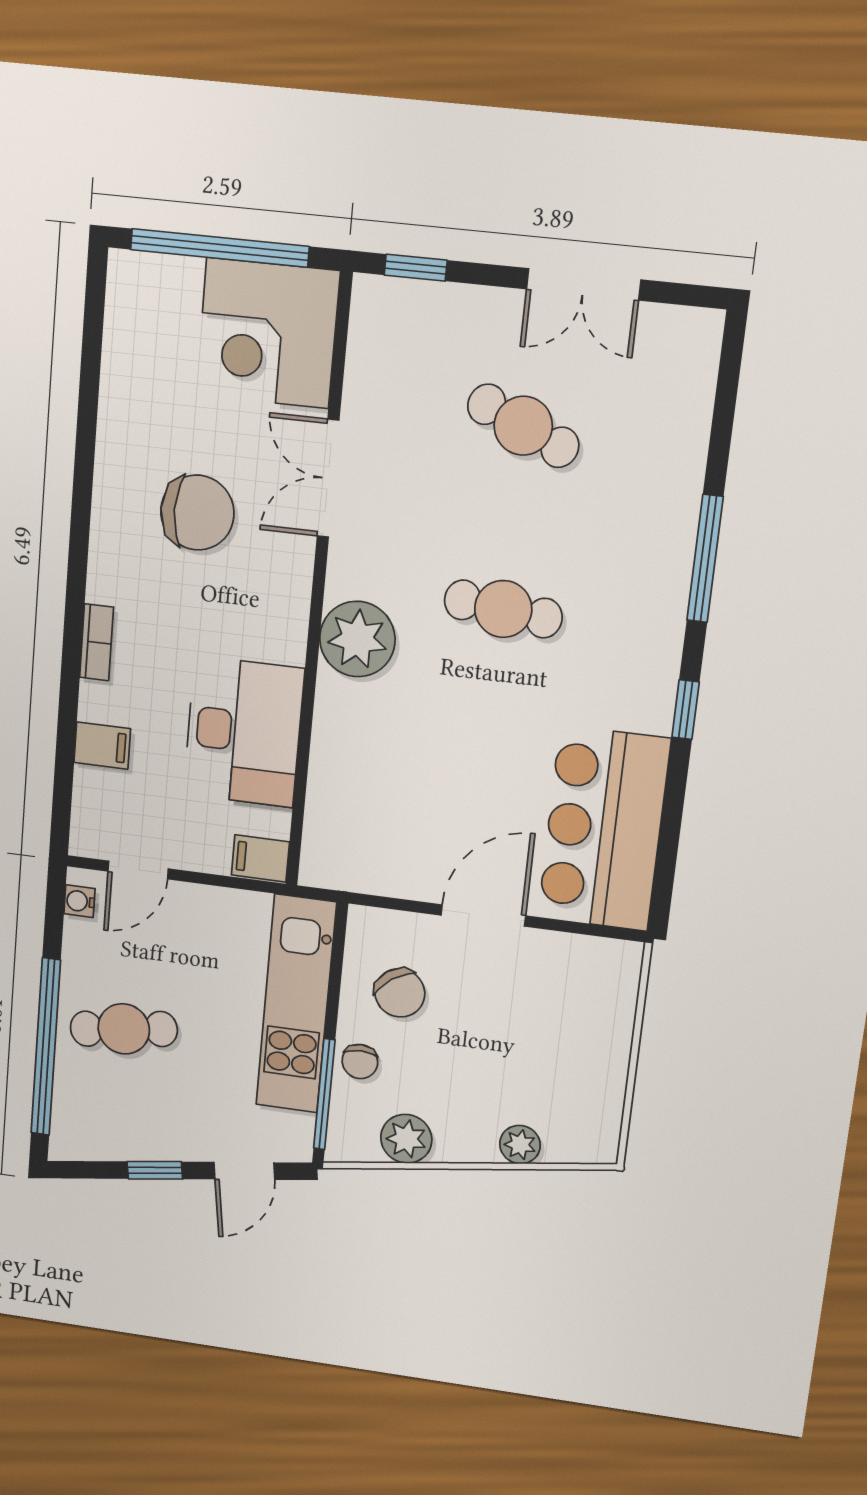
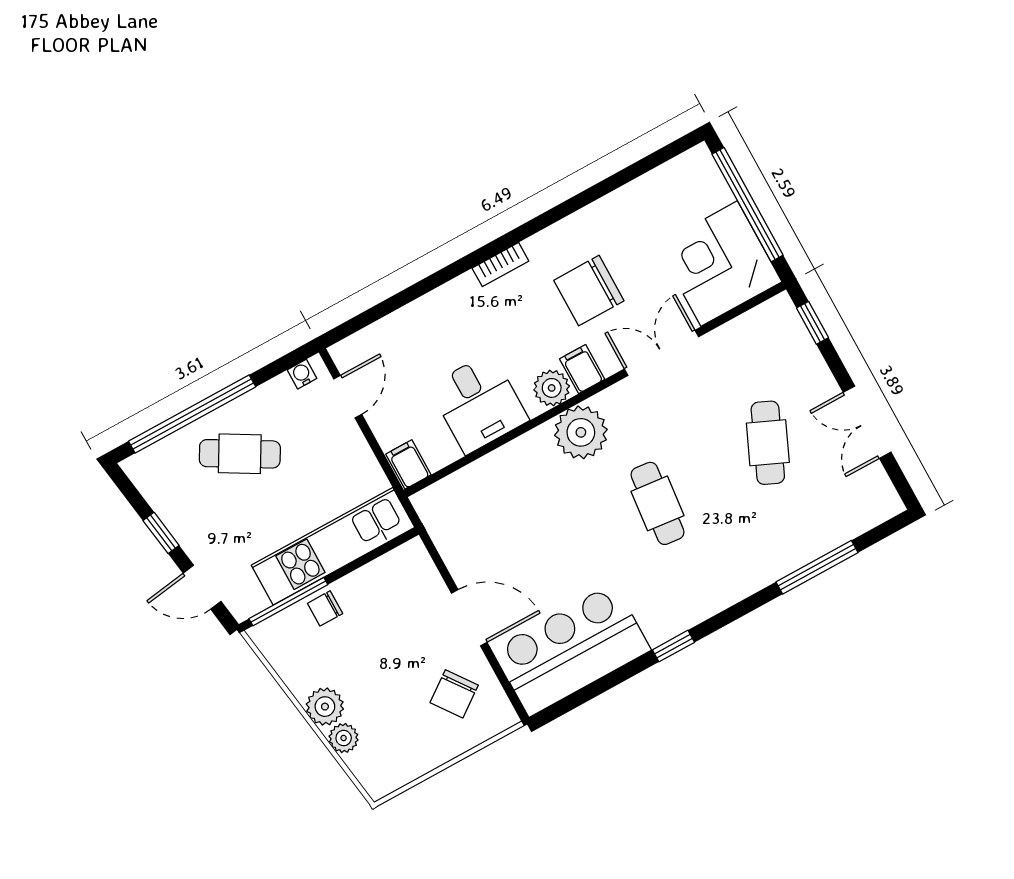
chair: (197, 513) -> (589, 291), turned 90
window: (705, 559) -> (817, 567), moved
plant: (282, 636) -> (552, 388), added
bookcase: (97, 642) -> (500, 265), moved
desk: (244, 732) -> (478, 403), width x0.73
filing cabinet: (102, 746) -> (582, 369), moved, turned 180
door: (138, 870) -> (348, 397), swing flipped
chair: (400, 993) -> (454, 694), moved
cafe table: (124, 1029) -> (240, 454), turned -52
plant: (406, 1139) -> (325, 707), moved

